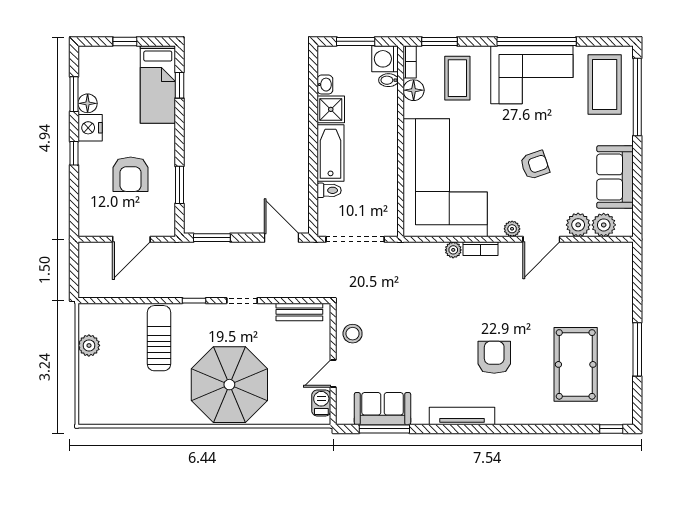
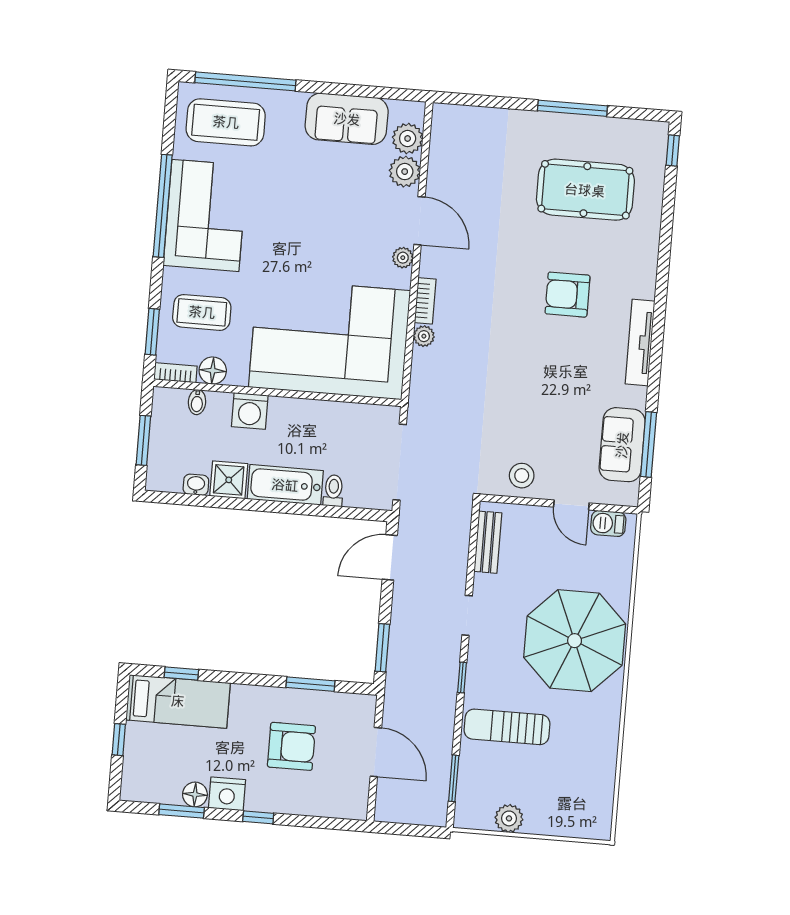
washing machine: (385, 59) -> (250, 411), moved
armchair: (535, 165) -> (322, 221), removed
window: (116, 301) -> (454, 778), added

